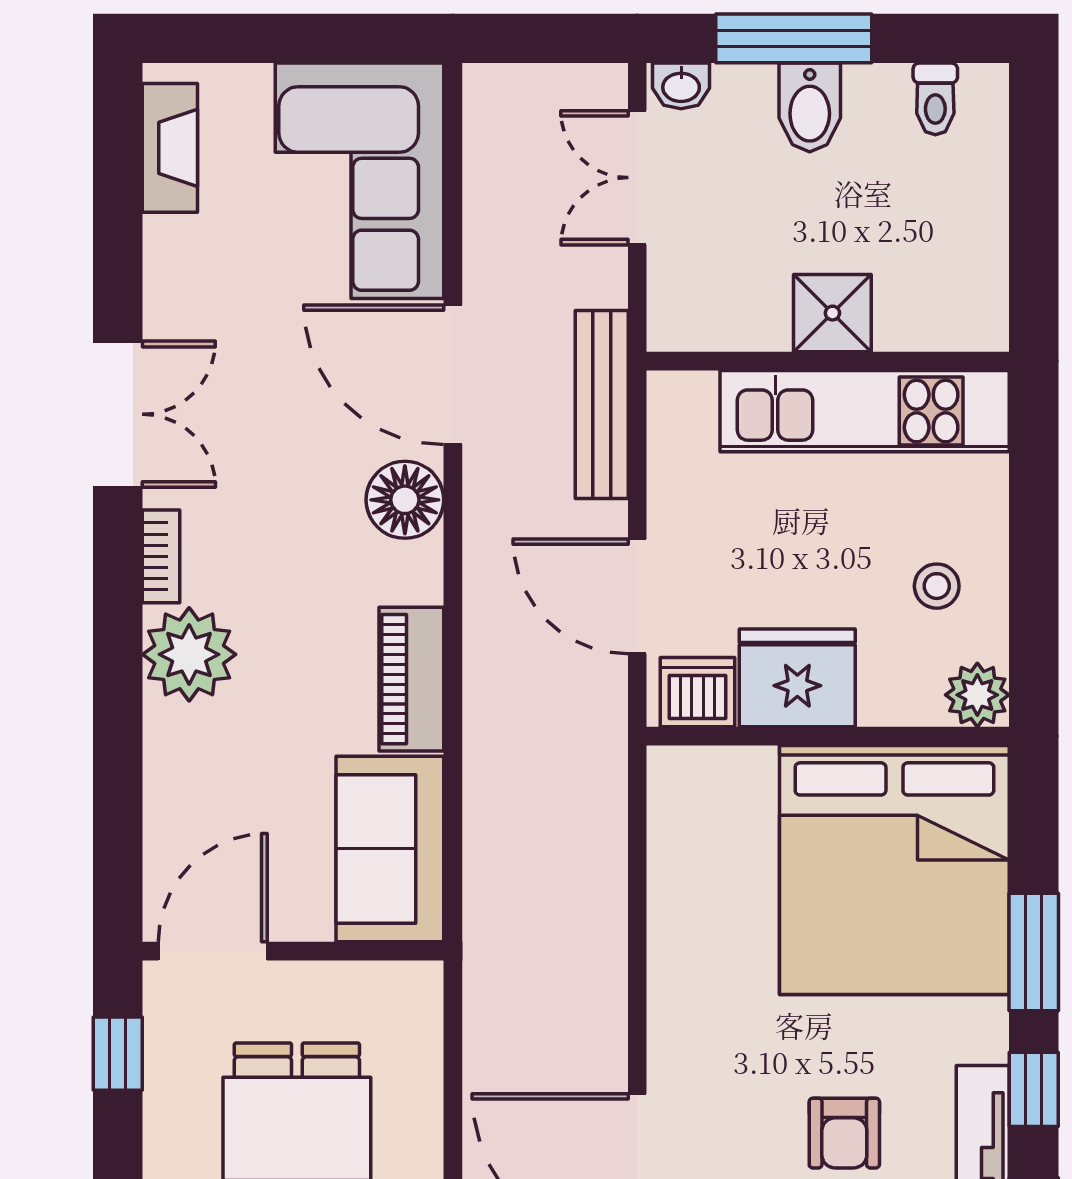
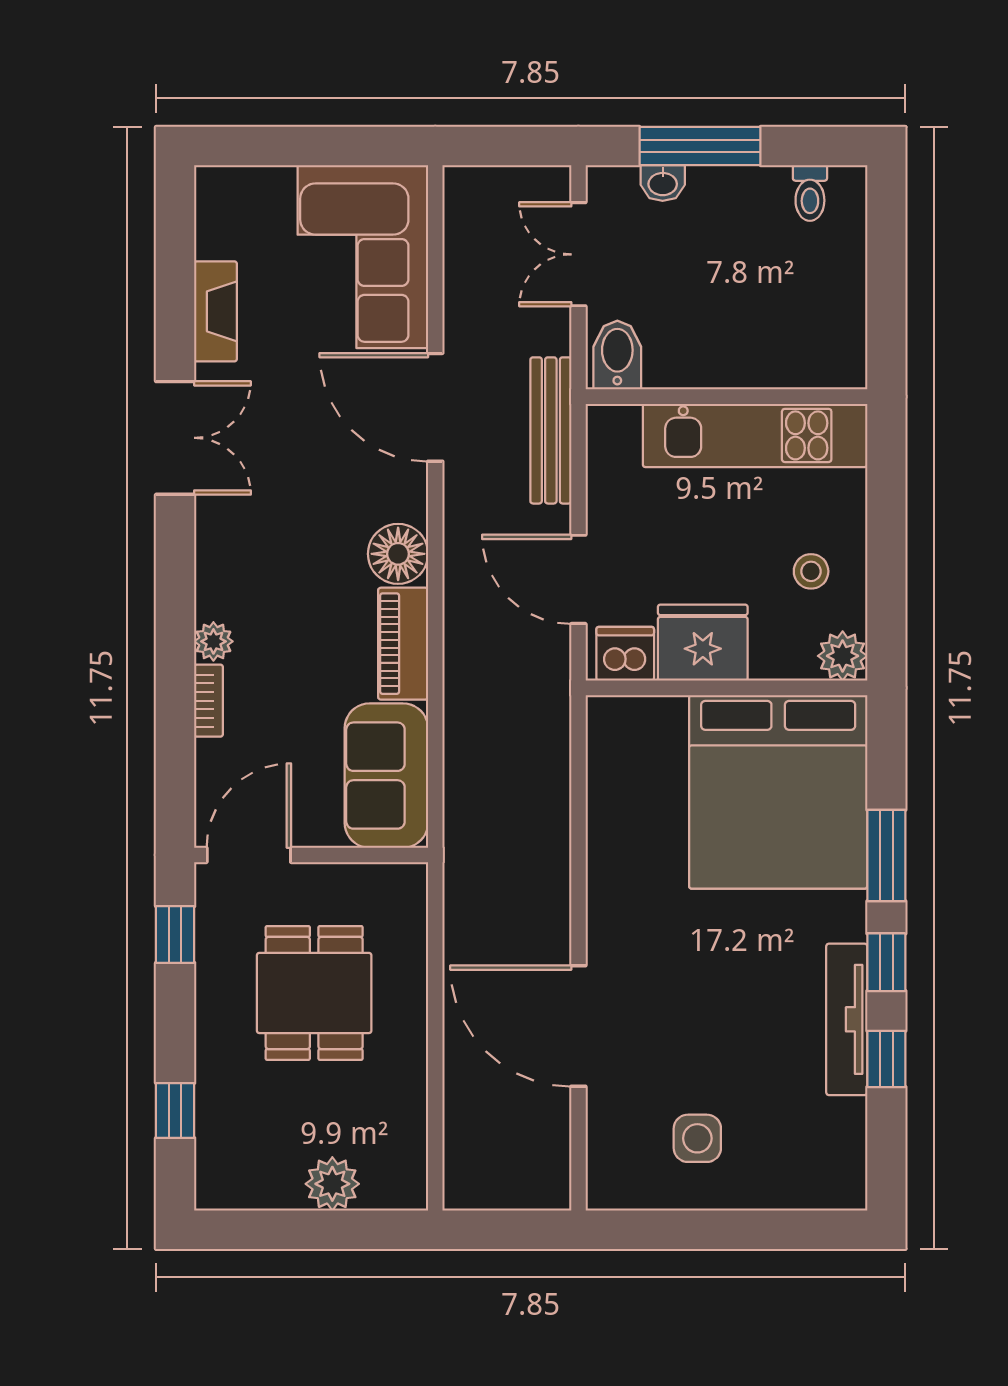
washbasin: (681, 86) -> (663, 183), moved
bidet: (810, 107) -> (617, 355), moved, turned 180
fireplace: (170, 148) -> (216, 311), moved
shower: (832, 313) -> (730, 359), removed
floor lamp: (405, 500) -> (398, 554), moved
bookcase: (161, 556) -> (209, 701), moved
plant: (189, 654) -> (213, 641), width x0.53, depth x0.53
armchair: (844, 1133) -> (739, 996), removed

